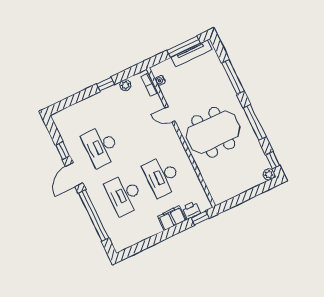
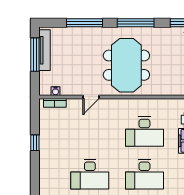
plant: (125, 85) -> (45, 125), removed

